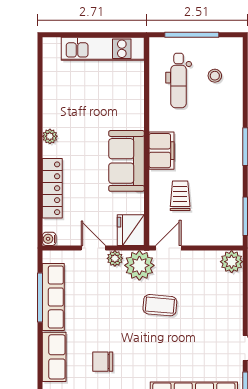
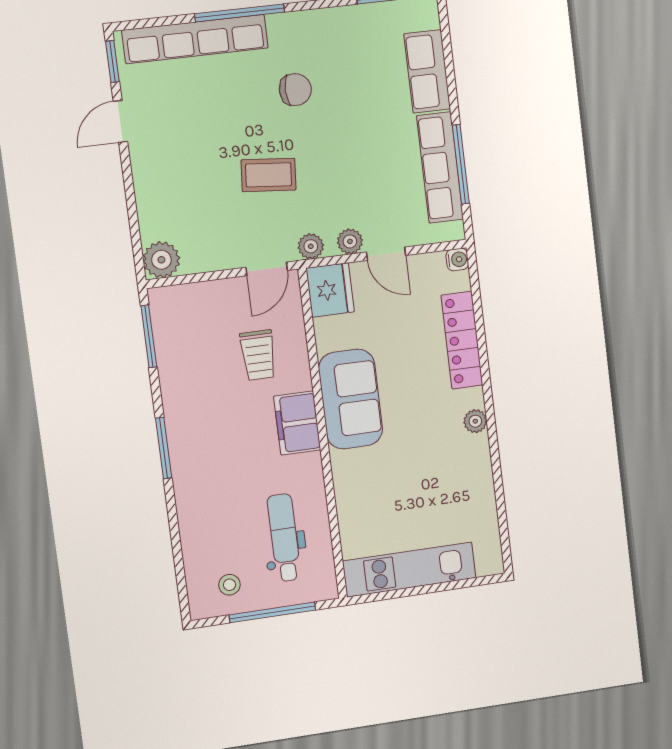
stool: (215, 76) -> (229, 585), moved
plant: (139, 265) -> (311, 246), width x0.53, depth x0.53
chair: (103, 362) -> (295, 90), moved

